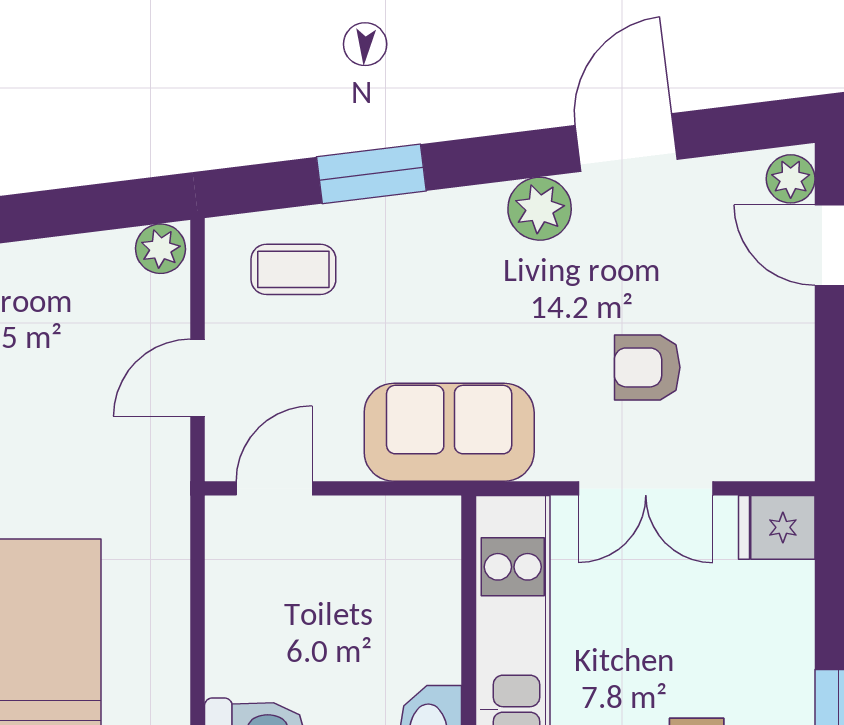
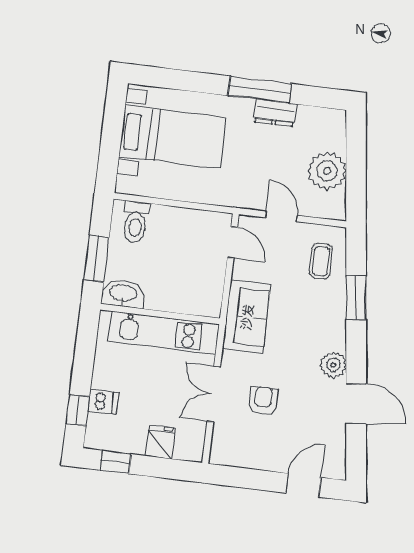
plant: (791, 179) -> (333, 469), removed
plant: (161, 249) -> (327, 171), moved, width x1.88, depth x1.88
fridge: (777, 527) -> (160, 442), moved

